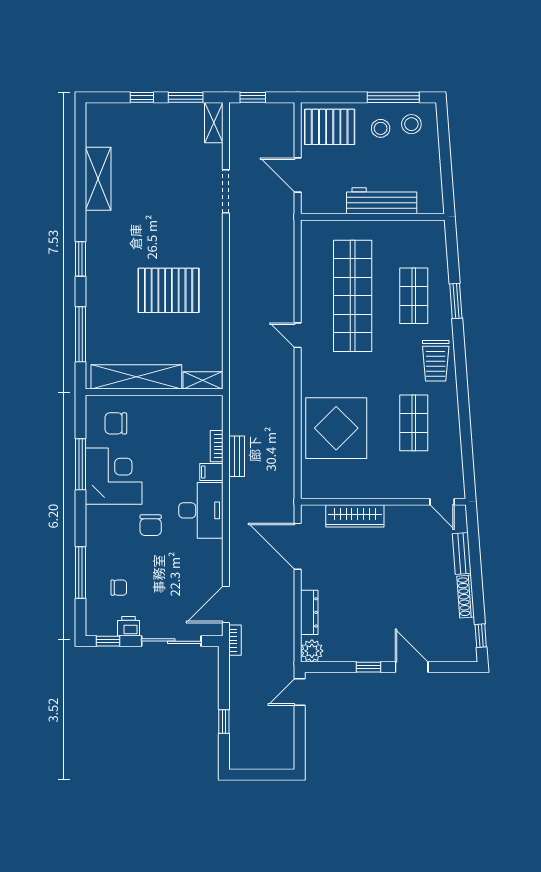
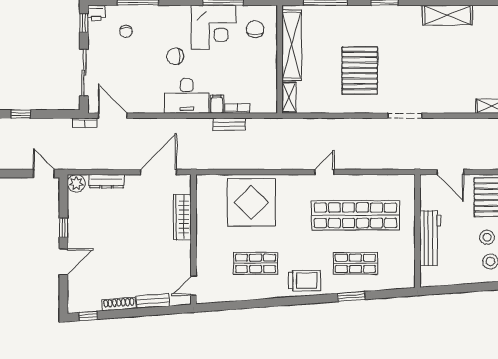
door: (298, 175) -> (450, 172), swing flipped
doorway: (226, 191) -> (405, 116), moved
trolley: (436, 361) -> (304, 281), turned 180
printer: (129, 626) -> (96, 13), moved, turned 90

